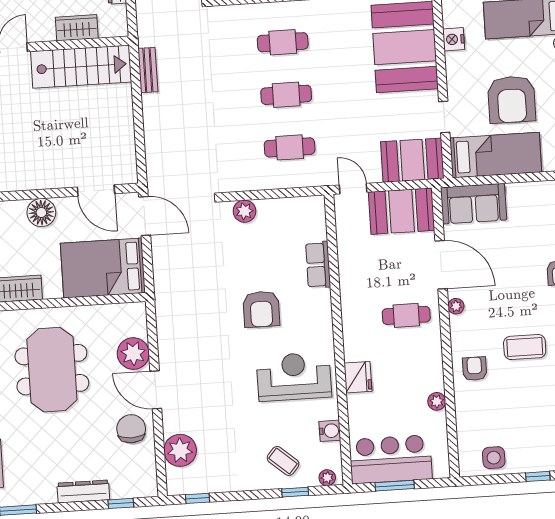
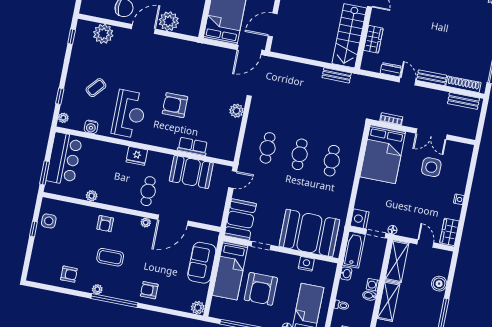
armchair: (512, 99) -> (261, 289), turned -90
sofa: (474, 204) -> (202, 263), moved
booth: (401, 211) -> (191, 172), moved, turned 90
coffee table: (525, 347) -> (110, 257), turned 90
armchair: (475, 369) -> (105, 224), turned 90
fridge: (358, 377) -> (137, 156), moved
coffee table: (283, 461) -> (96, 88), moved
window: (538, 476) -> (33, 229), moved
window: (395, 486) -> (45, 173), moved

